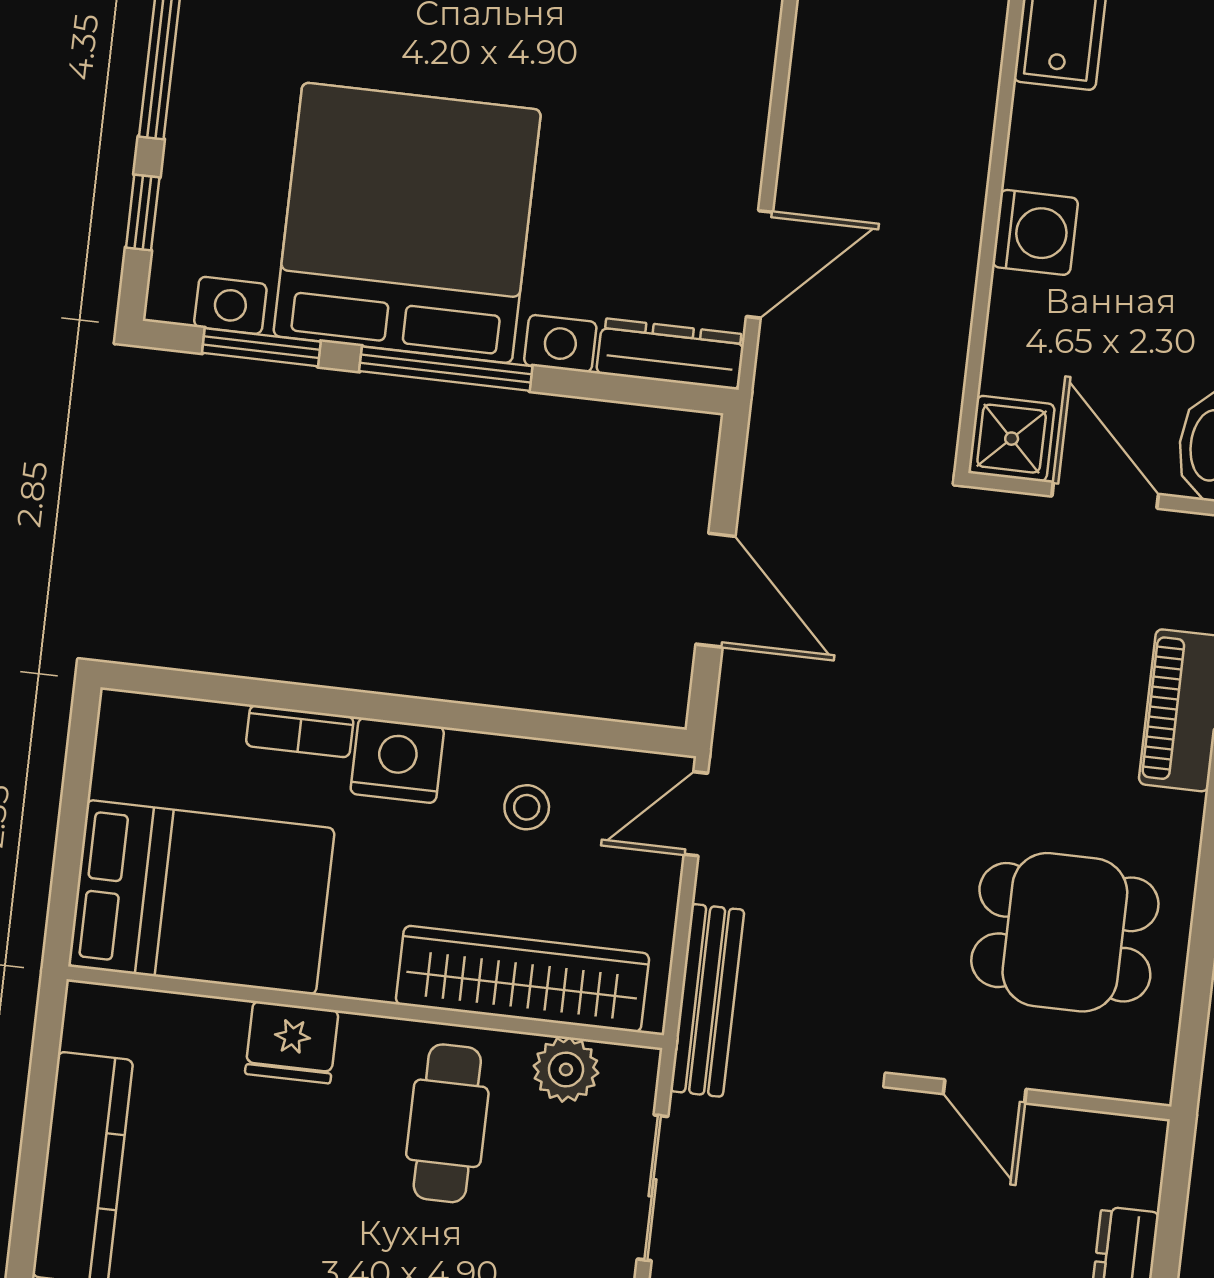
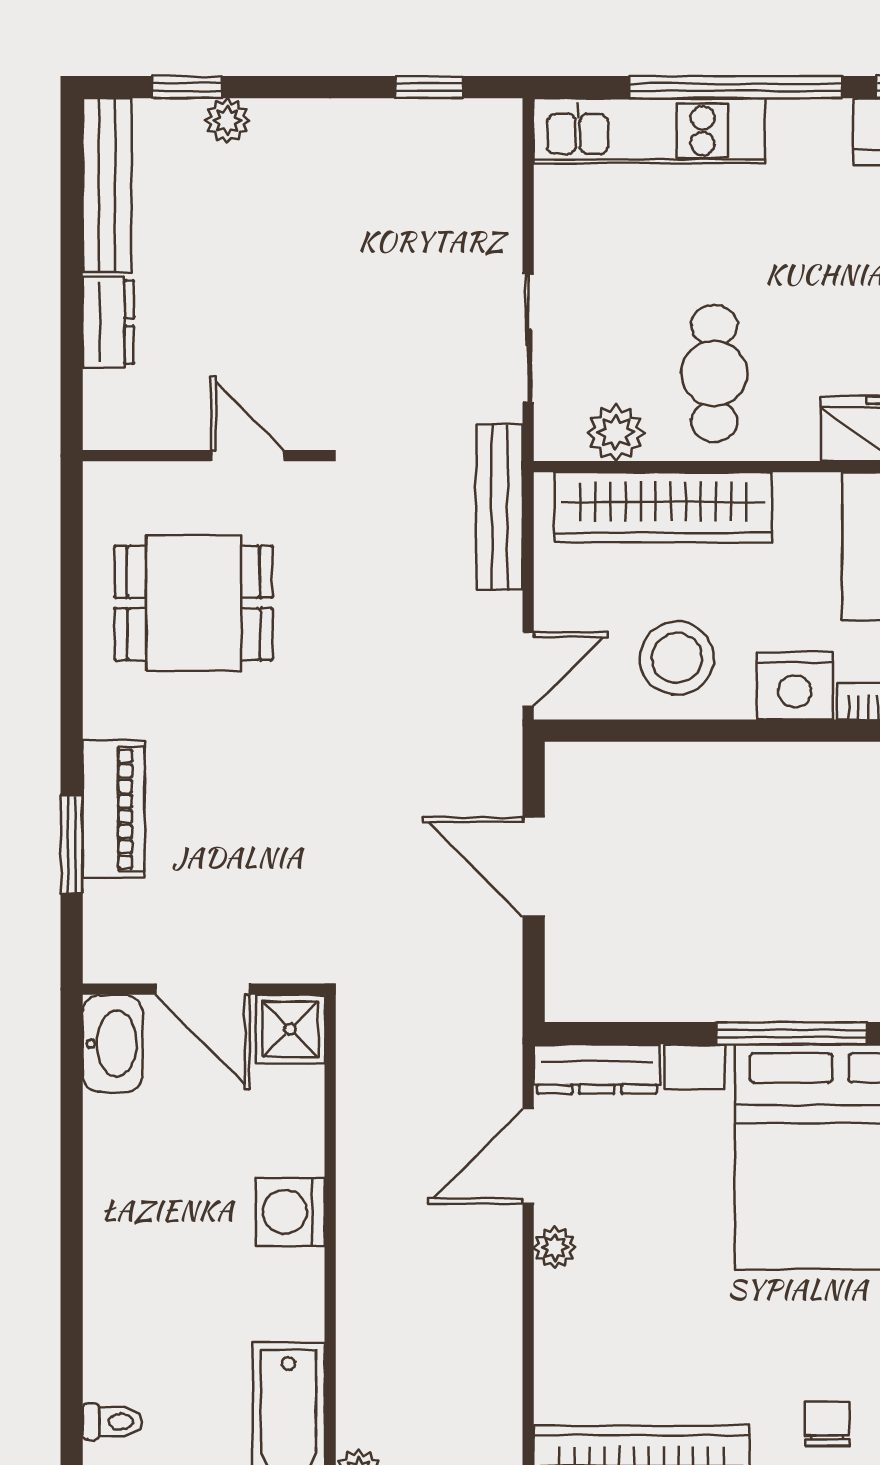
plant: (742, 158) -> (555, 1247), added
stool: (527, 807) -> (677, 658), width x1.89, depth x1.89

